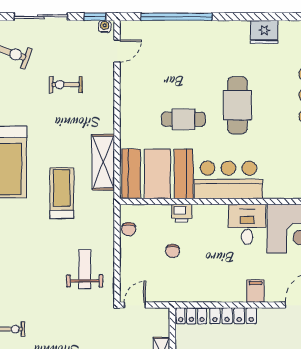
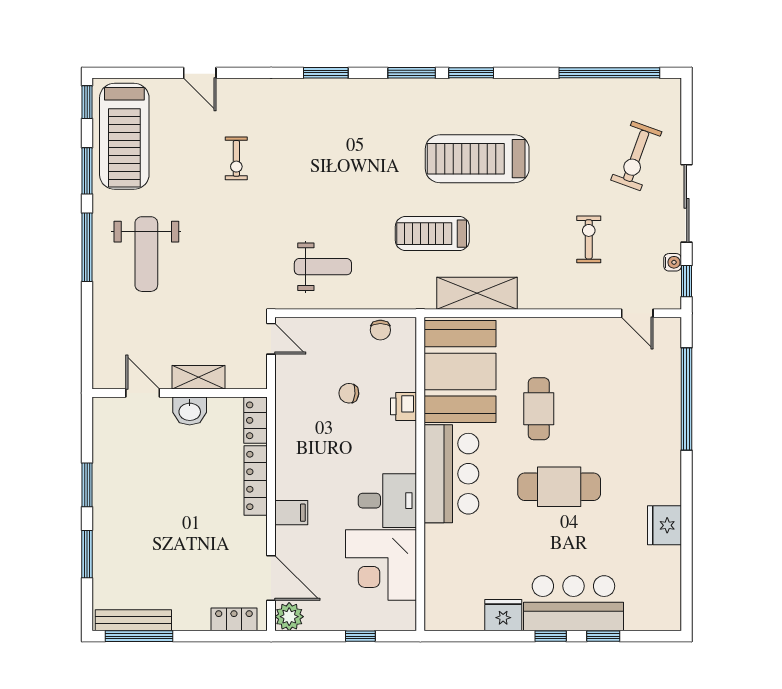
water cooler: (105, 26) -> (673, 262), moved
treadmill: (62, 193) -> (432, 234), turned 180
chair: (129, 229) -> (380, 330), turned -90

